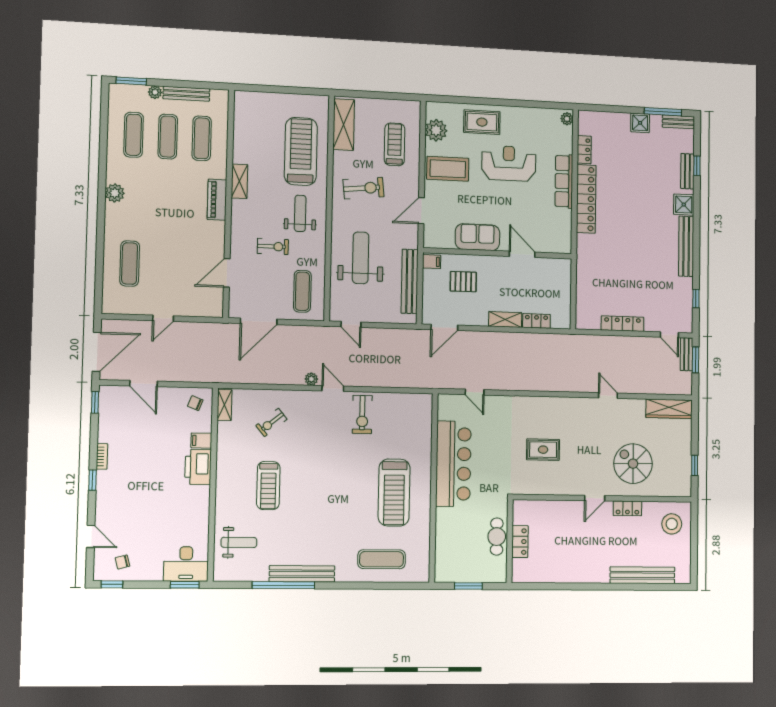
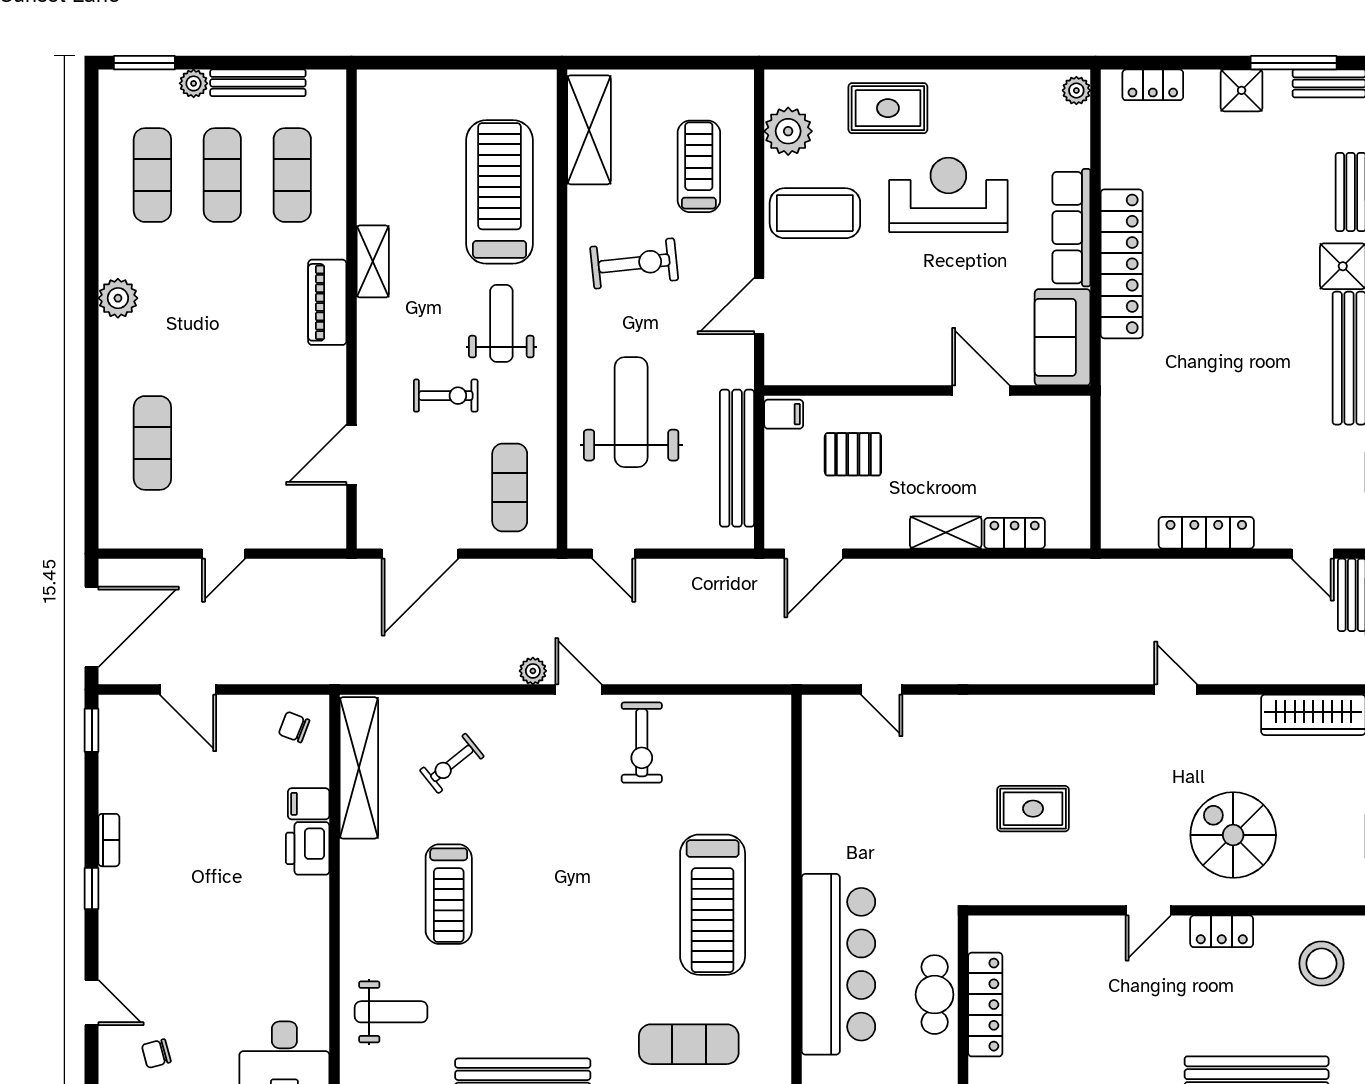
locker: (584, 150) -> (1153, 85), moved, turned 90
sofa: (477, 237) -> (1063, 337), moved, turned -90
shelving: (224, 405) -> (359, 768), width x2.20, depth x1.33
bar counter: (453, 464) -> (838, 964), moved
printer: (198, 467) -> (308, 848), width x0.73, depth x0.84
locker: (520, 542) -> (985, 1005), width x1.53

